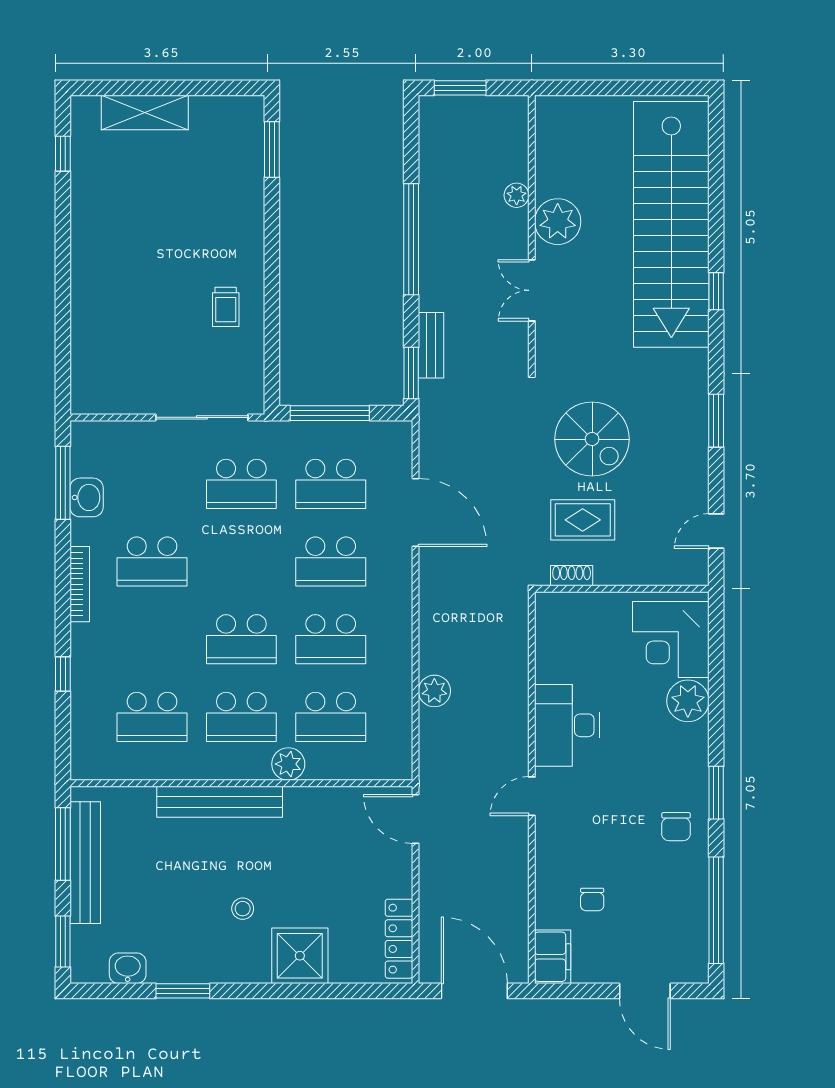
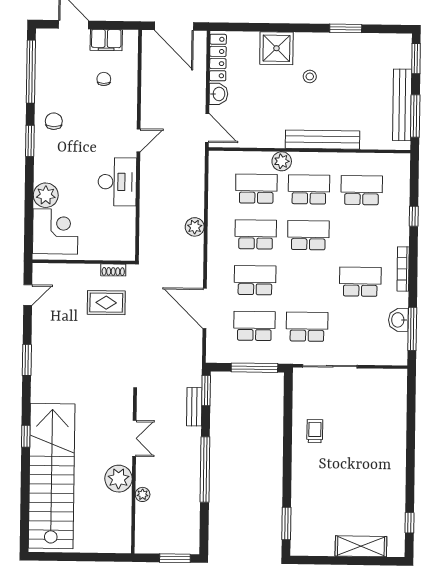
spiral stairs: (592, 439) -> (100, 350), removed
plant: (434, 691) -> (195, 227), moved
filing cabinet: (553, 957) -> (106, 40), moved, turned -90
washbasin: (128, 968) -> (218, 94), moved, turned -90

